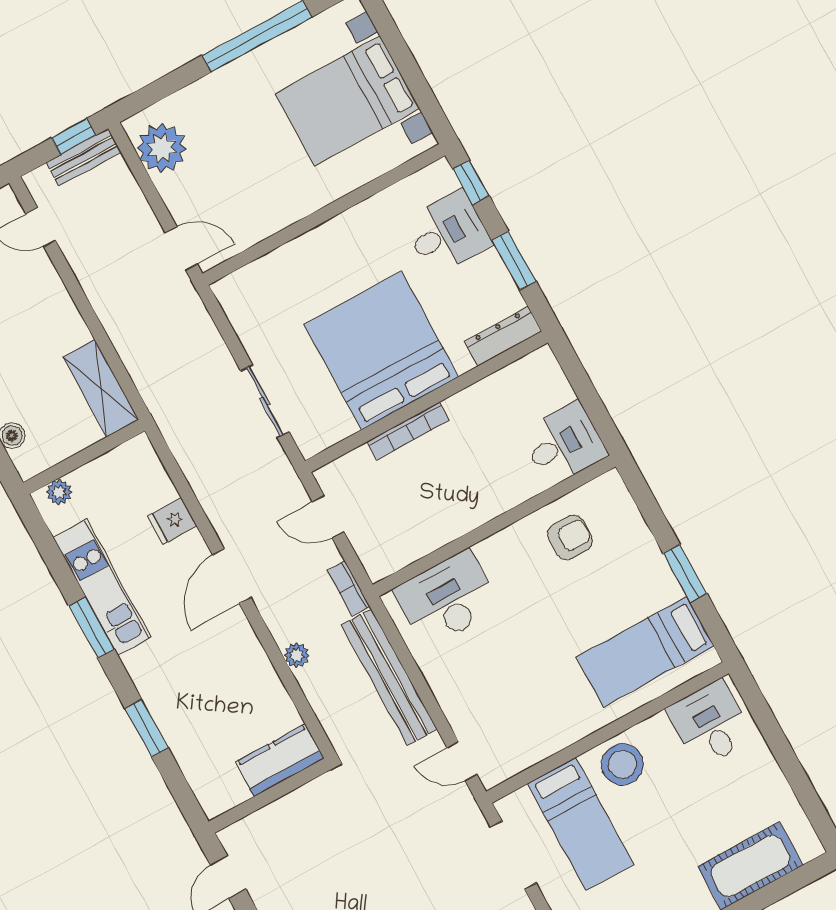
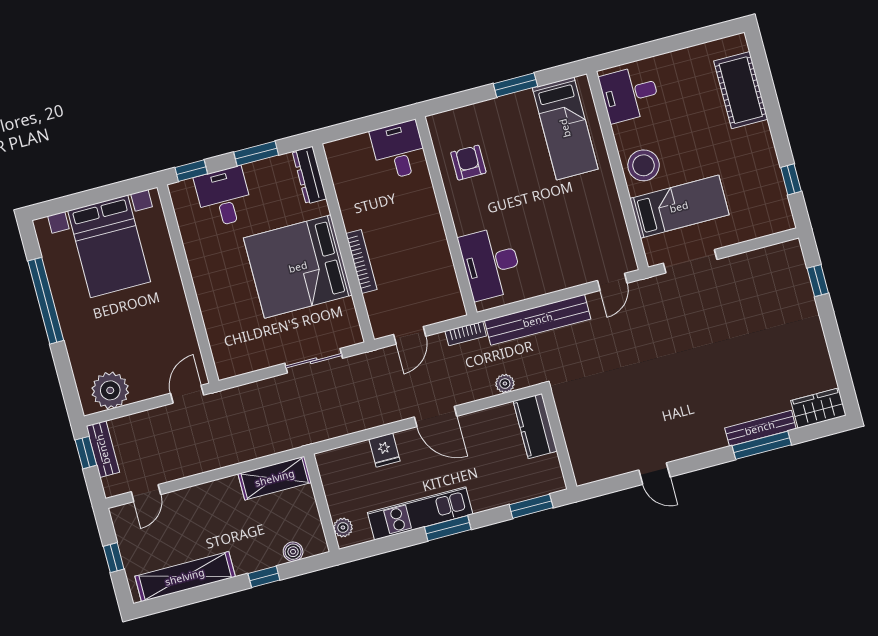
kitchen counter: (280, 760) -> (535, 426), moved
wall: (270, 796) -> (559, 440), moved

